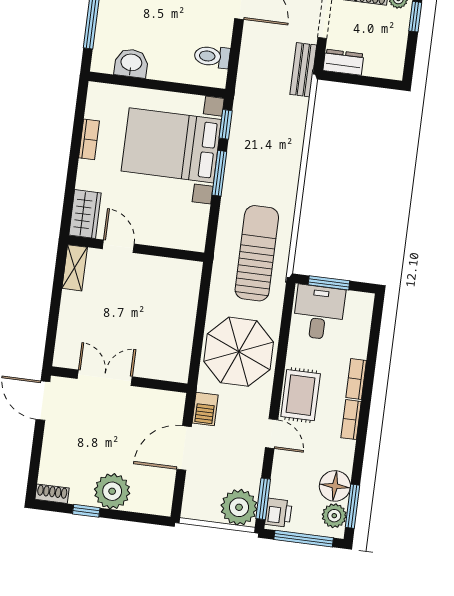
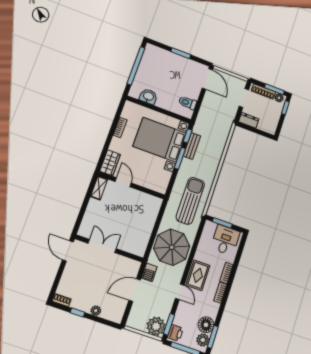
bench: (303, 70) -> (192, 146), moved
desk: (319, 312) -> (225, 240), moved
plant: (112, 491) -> (96, 311), width x0.53, depth x0.53

